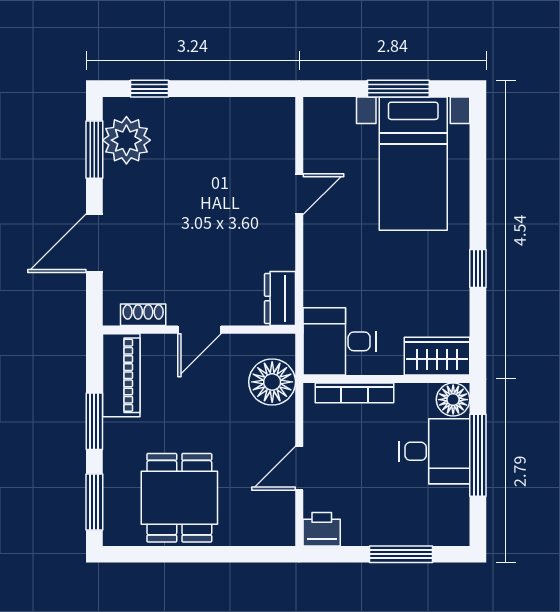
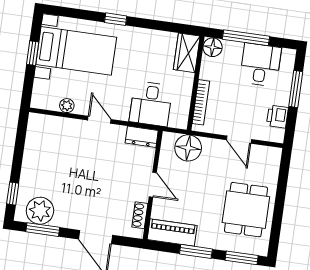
window: (398, 89) -> (33, 53), width x0.67
plant: (316, 161) -> (67, 106), added
door: (299, 194) -> (99, 120), moved
window: (478, 268) -> (116, 19), moved
desk: (340, 341) -> (151, 104), moved
desk: (435, 451) -> (260, 65), moved
dining table: (179, 498) -> (246, 210), turned 90
printer: (322, 529) -> (277, 117), moved

